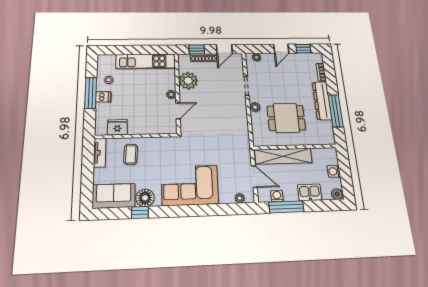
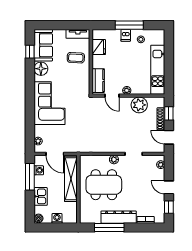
dining table: (286, 118) -> (104, 185), width x1.38
kitchen counter: (160, 127) -> (98, 81), added
door: (254, 177) -> (55, 154), hinge flipped
window: (140, 212) -> (30, 52), moved

